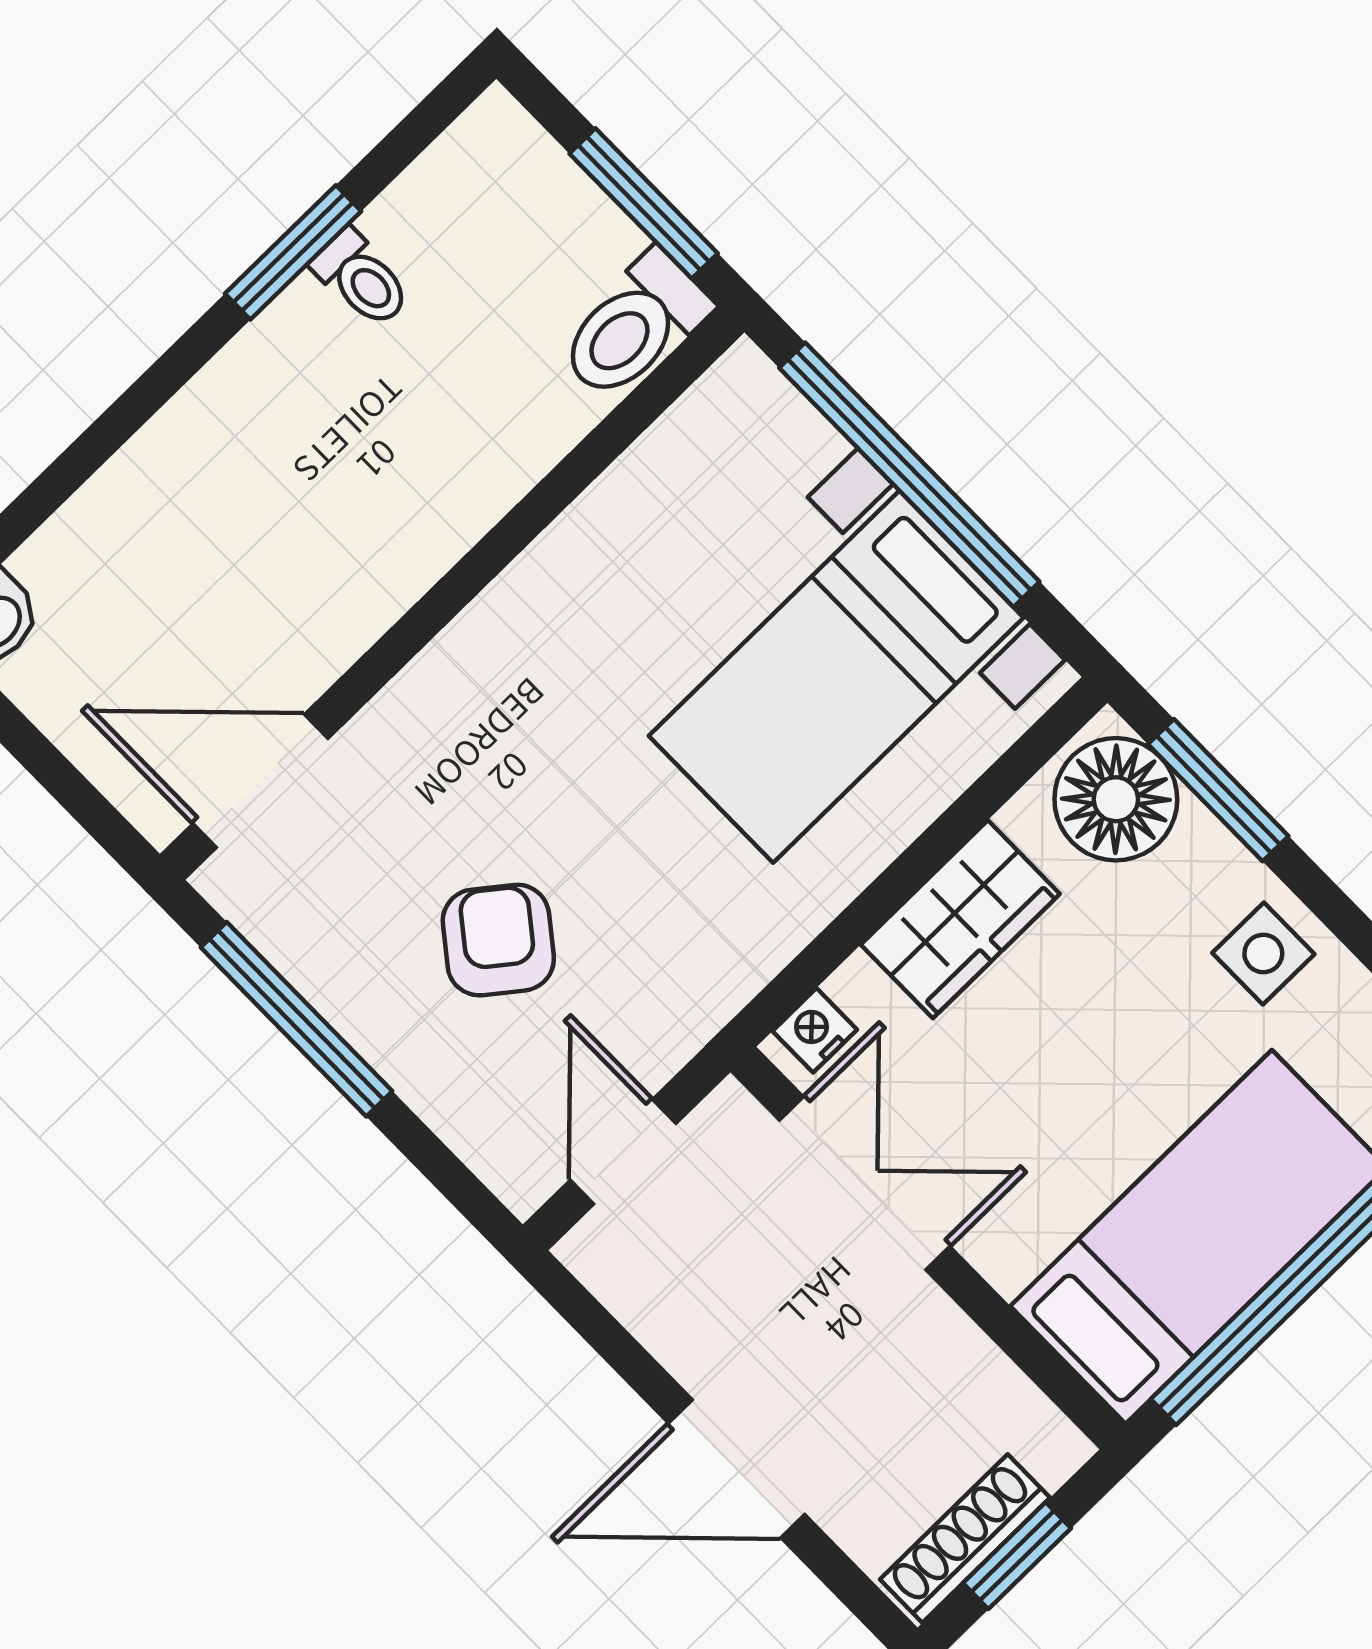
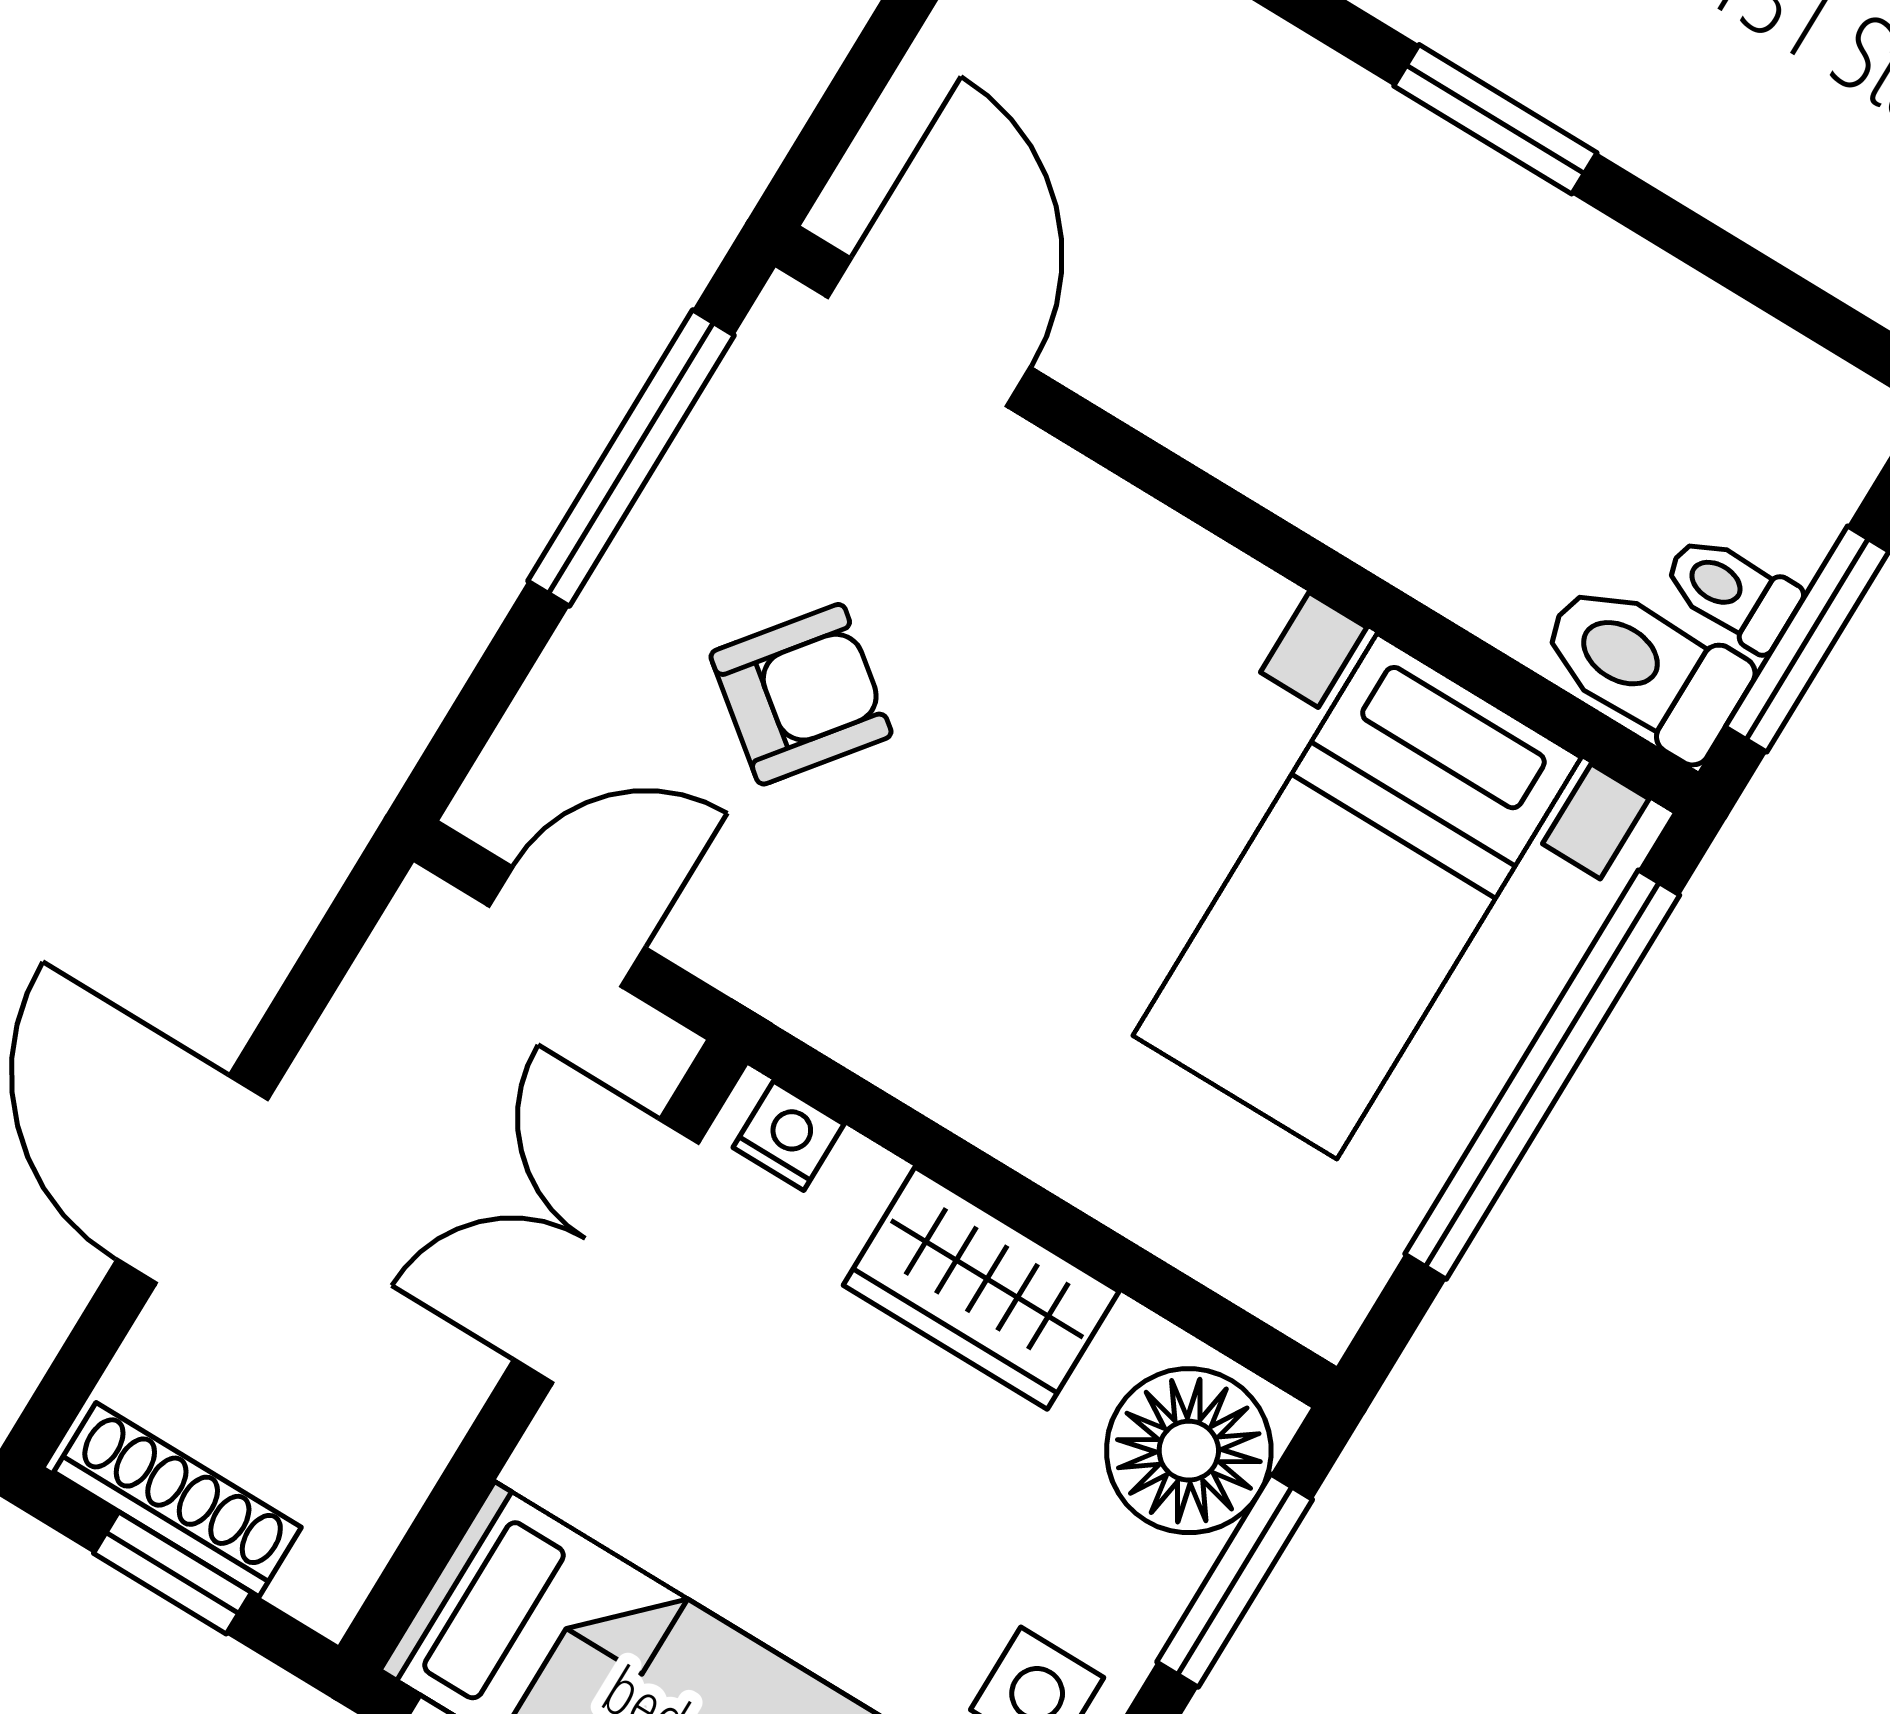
window: (293, 252) -> (1495, 119), moved
toilet: (361, 279) -> (1731, 592), moved, turned 90
bed with nightstands: (836, 677) -> (1357, 896), moved, turned -90
double door: (865, 1183) -> (606, 1251), swing flipped

